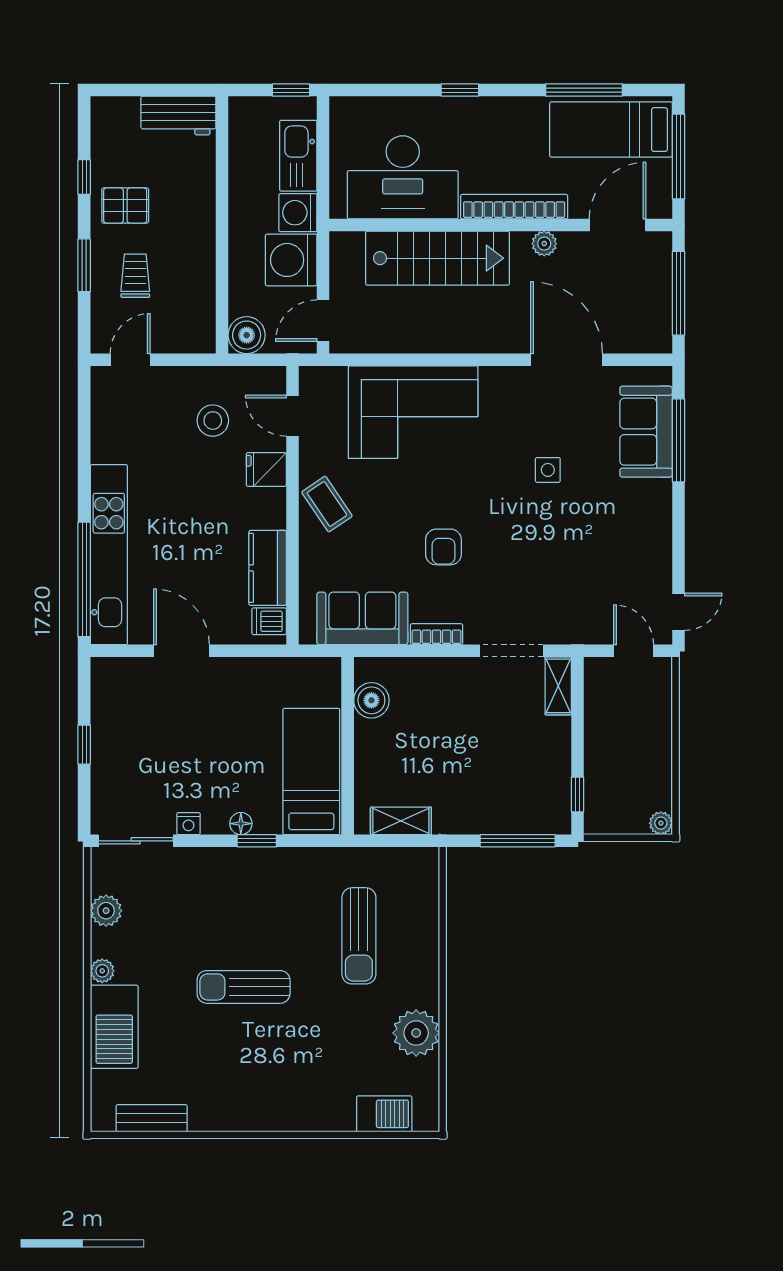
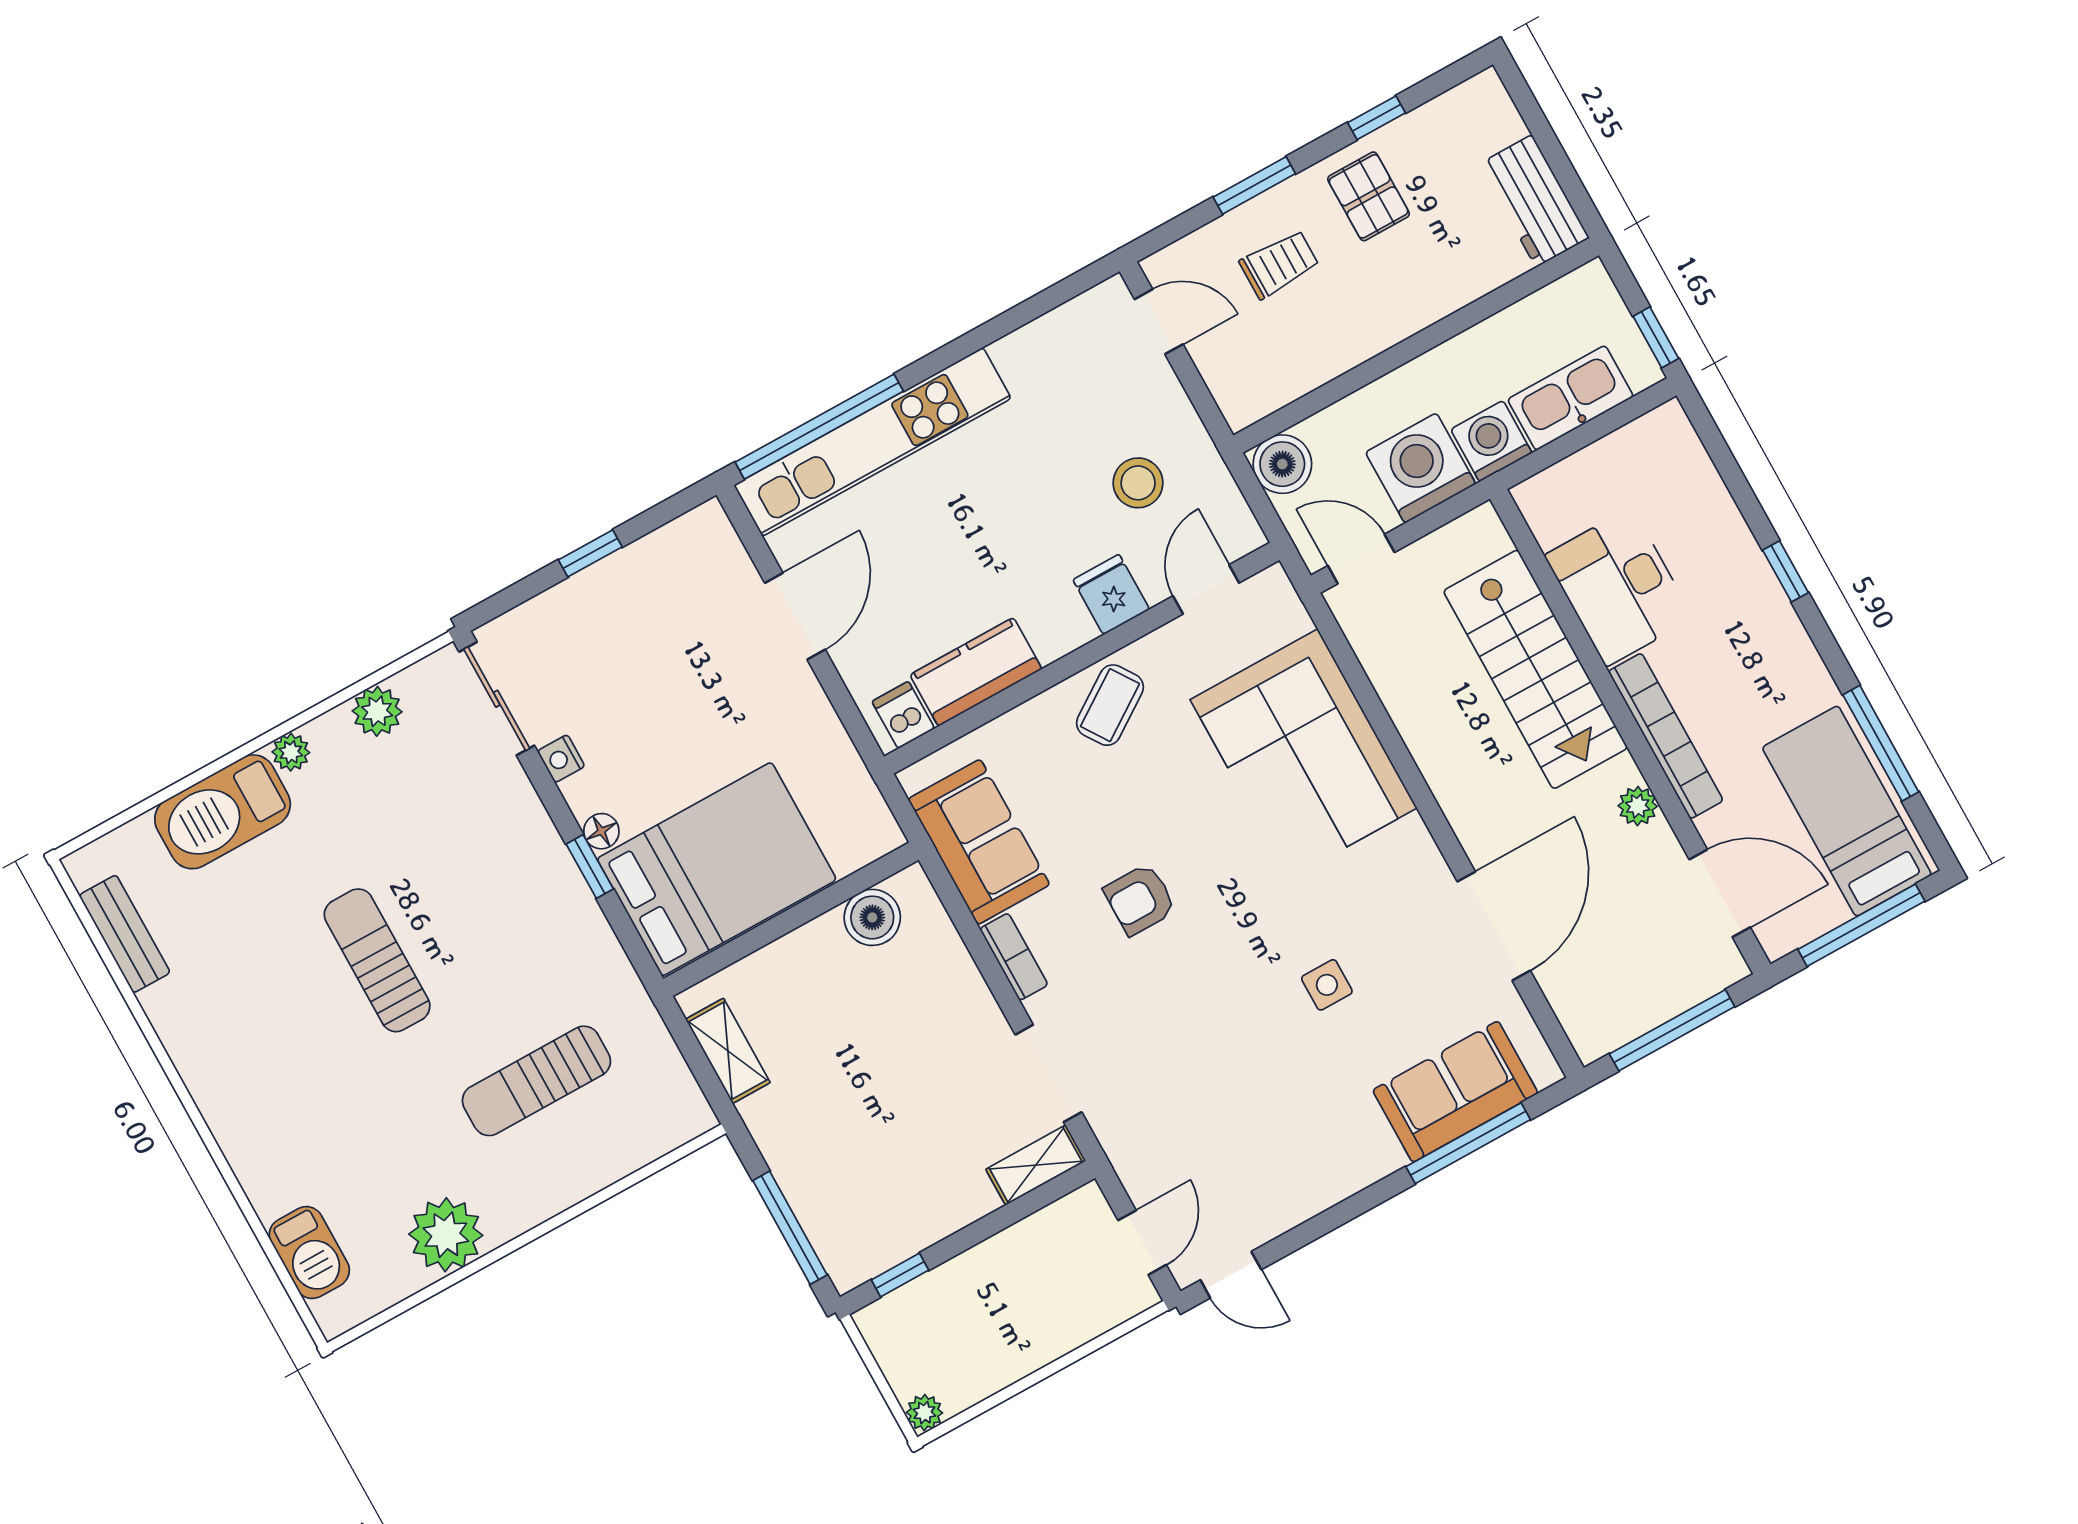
desk: (403, 177) -> (1619, 587), width x0.73, depth x0.77
bed: (311, 771) -> (717, 869), width x1.50

